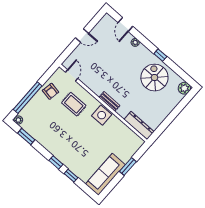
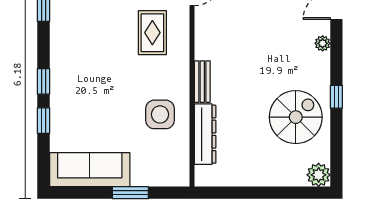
side table: (102, 115) -> (160, 114), moved
dresser: (139, 126) -> (205, 134), moved

